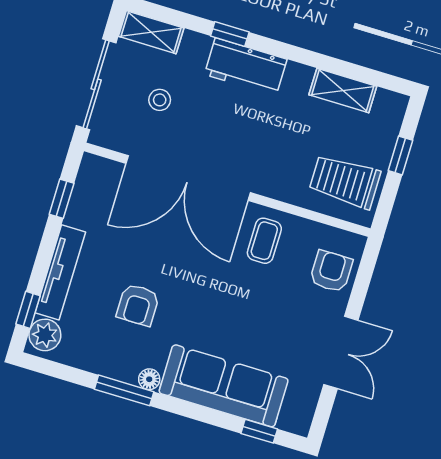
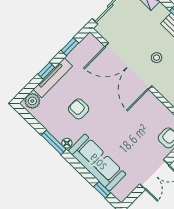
stool: (160, 100) -> (157, 58), moved
coffee table: (264, 241) -> (147, 110), removed
armchair: (138, 305) -> (79, 109), turned 90
window: (28, 310) -> (46, 71), moved

